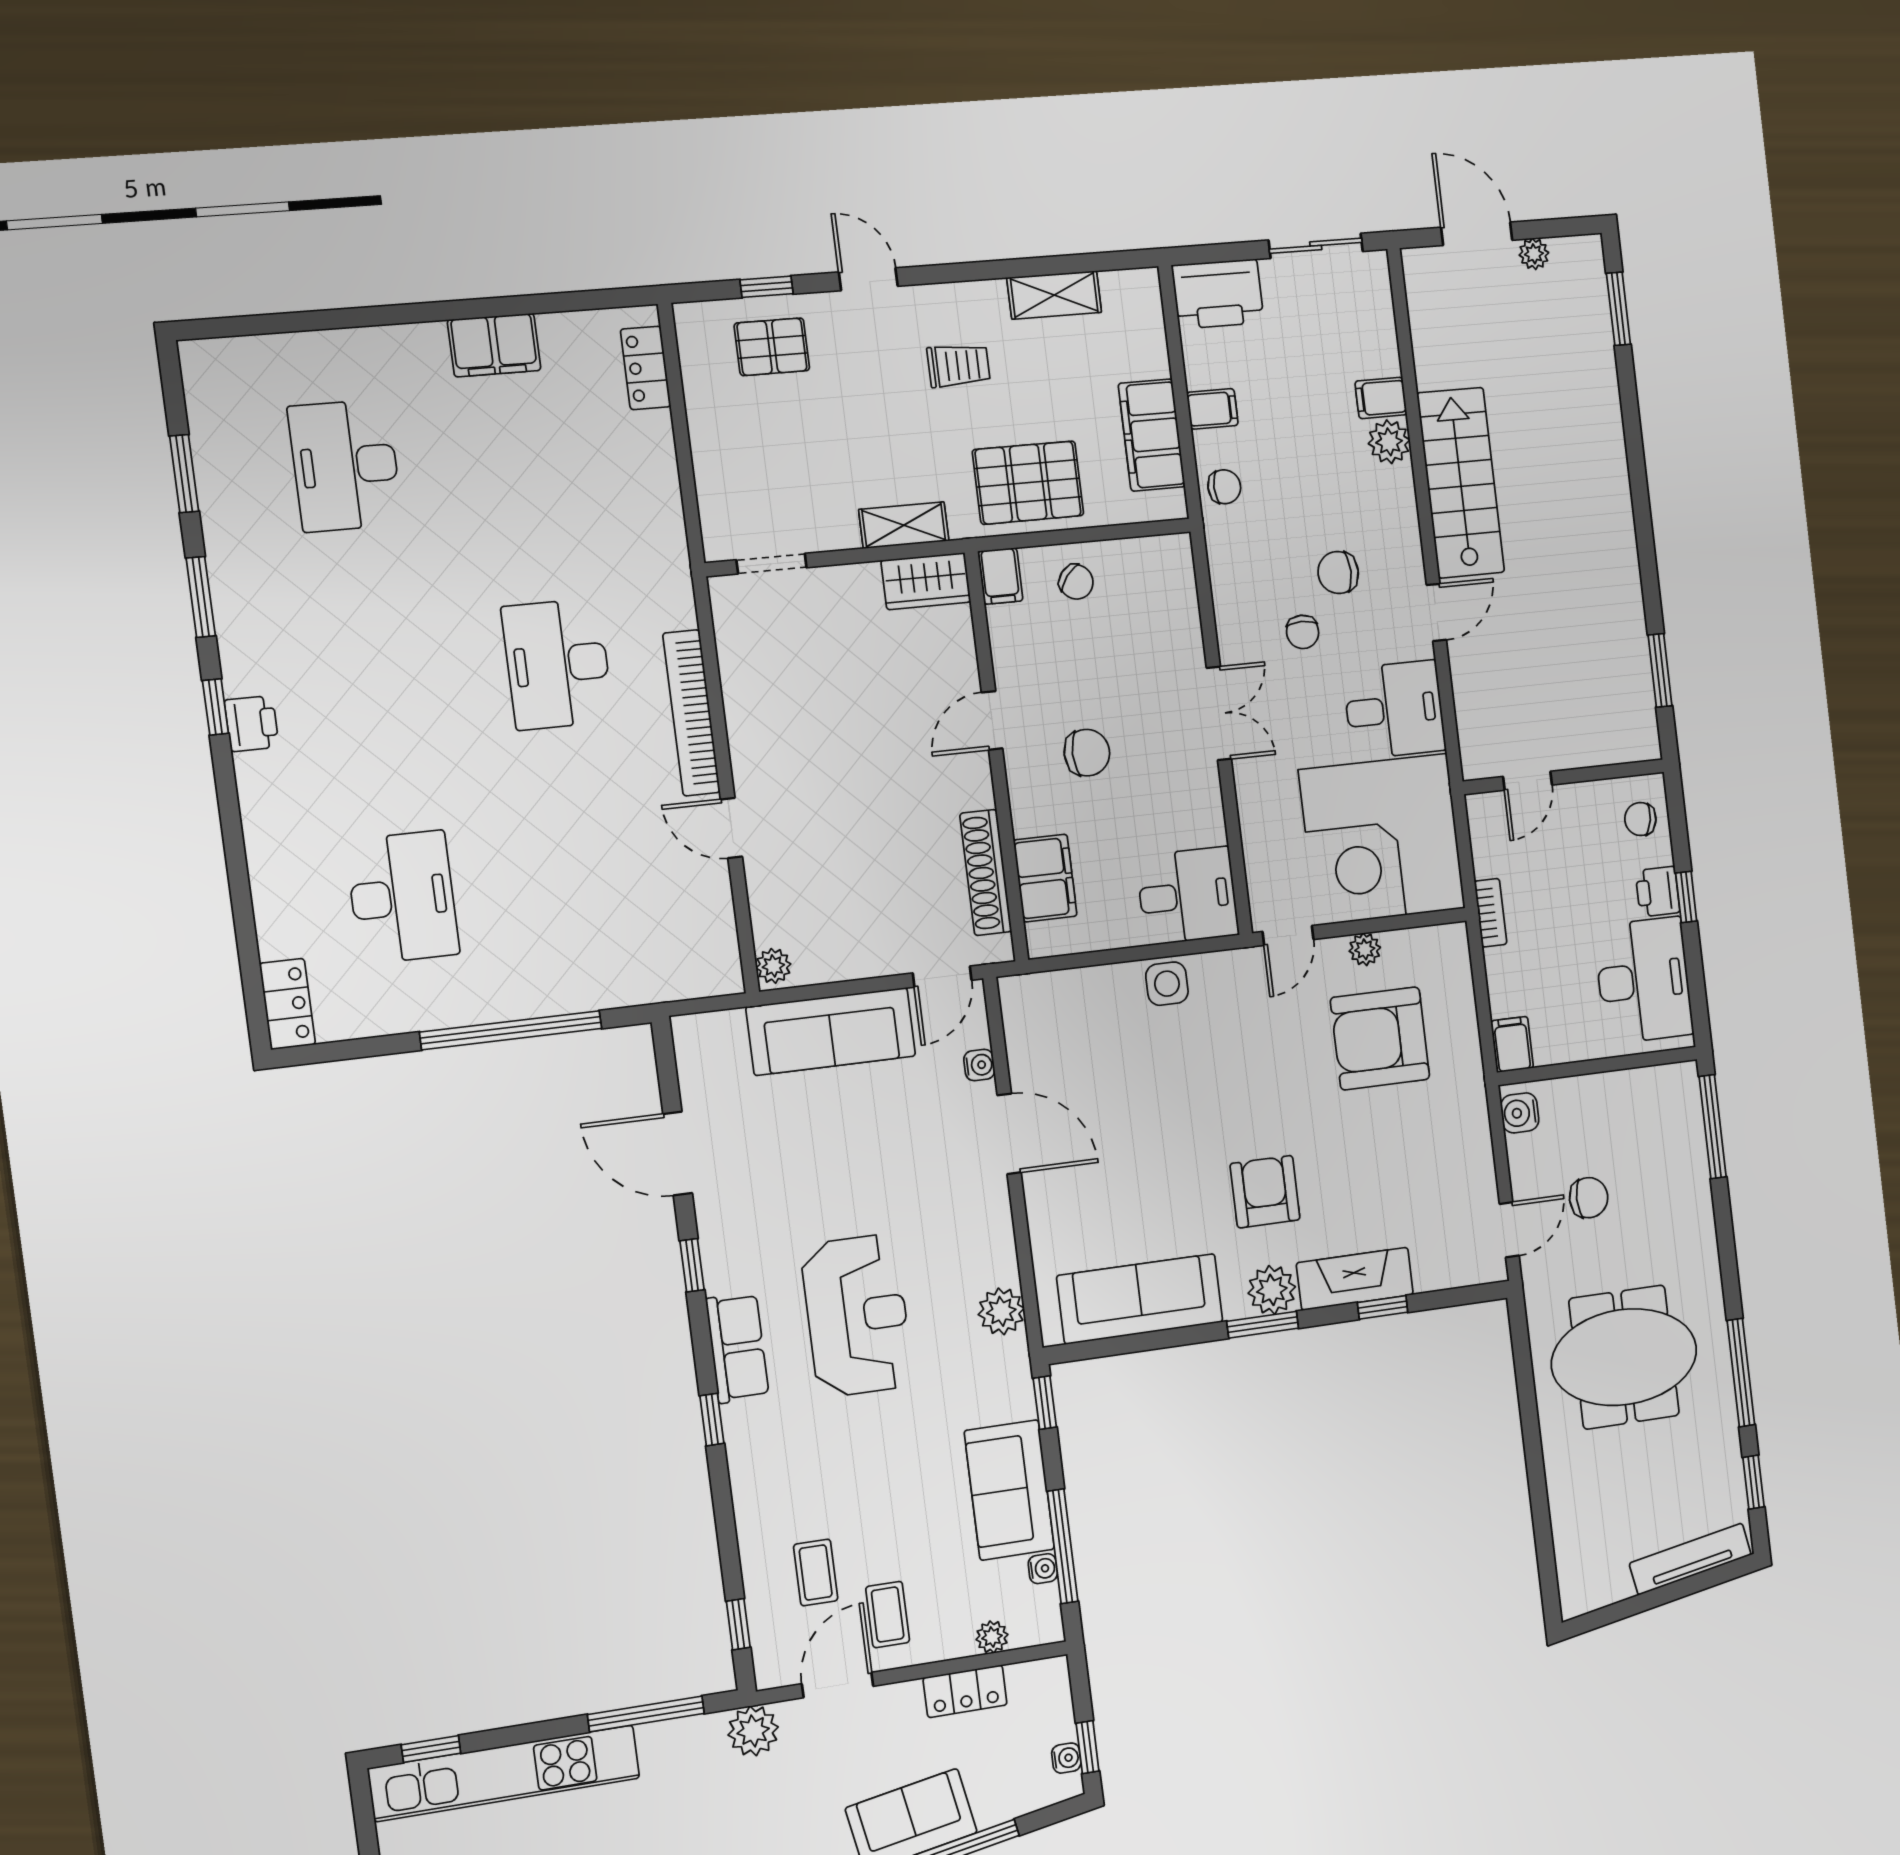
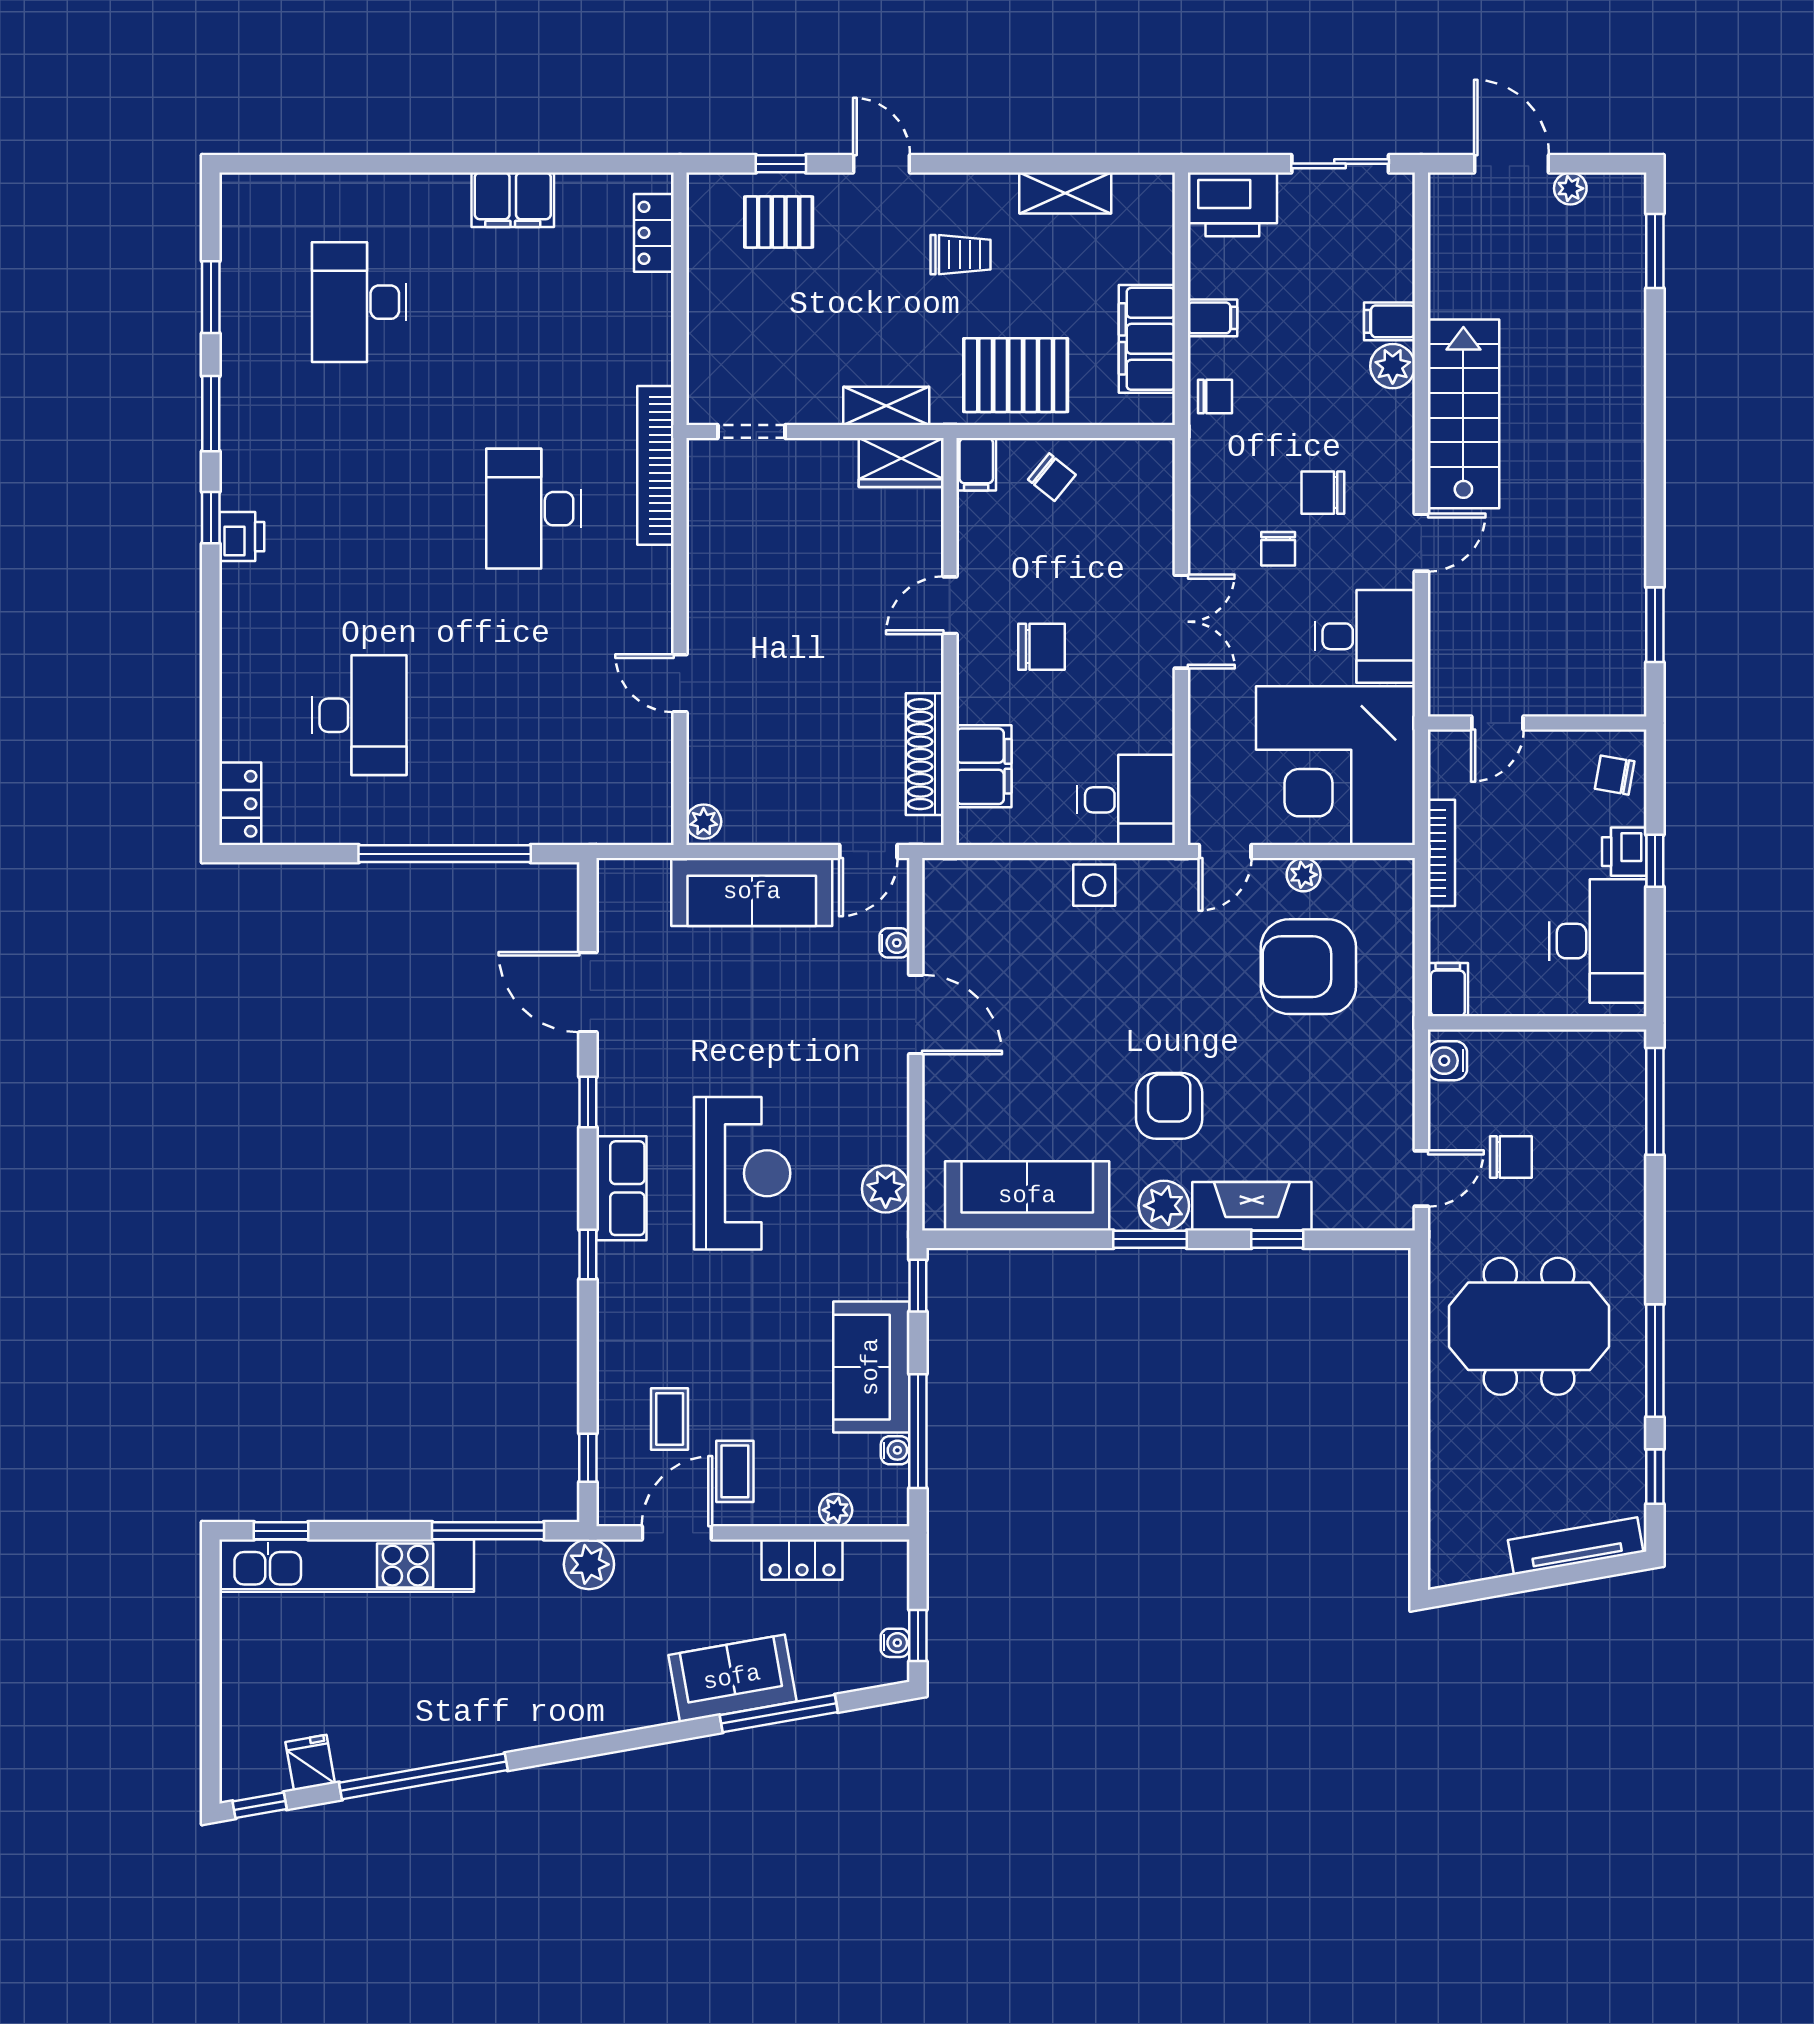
bookcase: (691, 713) -> (656, 465), moved
bookcase: (1491, 913) -> (1441, 853), width x1.56

